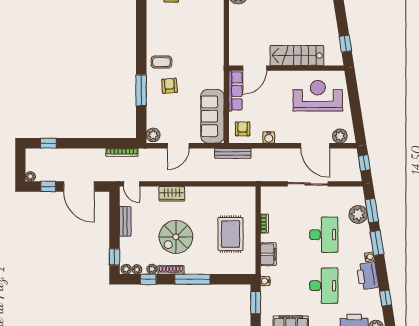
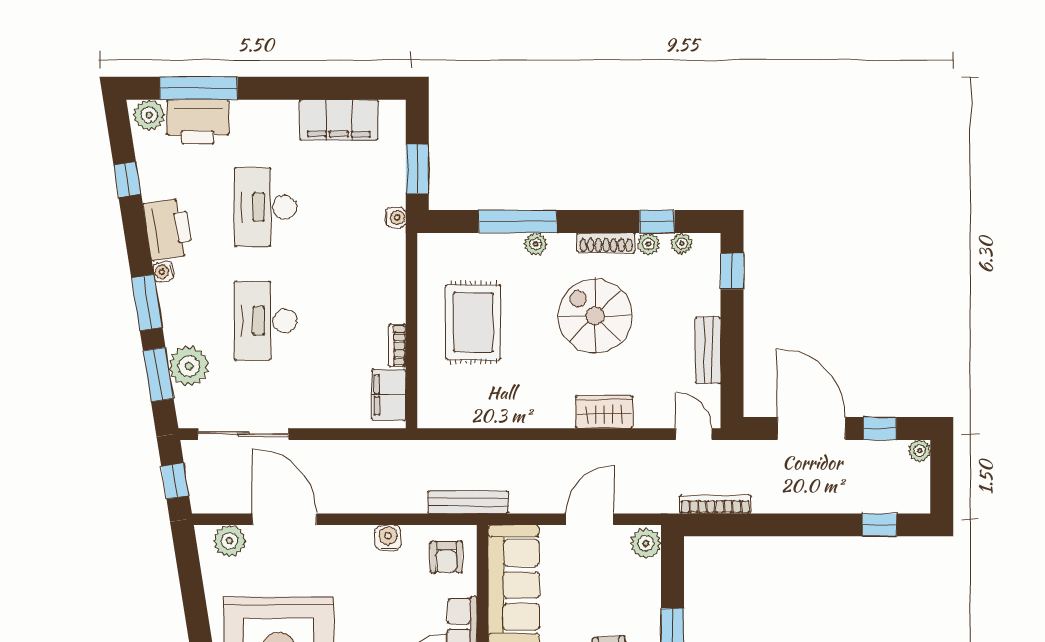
sliding door: (308, 184) -> (243, 434), moved
spiral stairs: (176, 237) -> (595, 316), turned -90
filing cabinet: (268, 254) -> (389, 395), moved
plant: (126, 269) -> (536, 244), moved
window: (192, 279) -> (518, 221), moved

